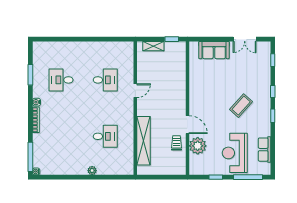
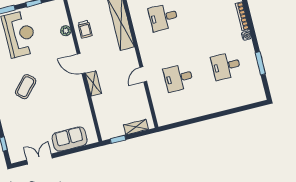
desk: (61, 80) -> (226, 66), turned 180
shelving: (181, 94) -> (93, 83), added
door: (187, 125) -> (81, 63), moved
plant: (198, 146) -> (66, 31), width x0.53, depth x0.53

